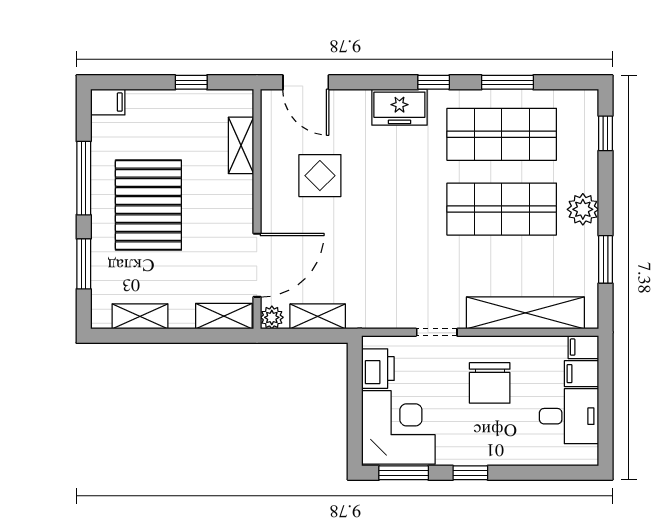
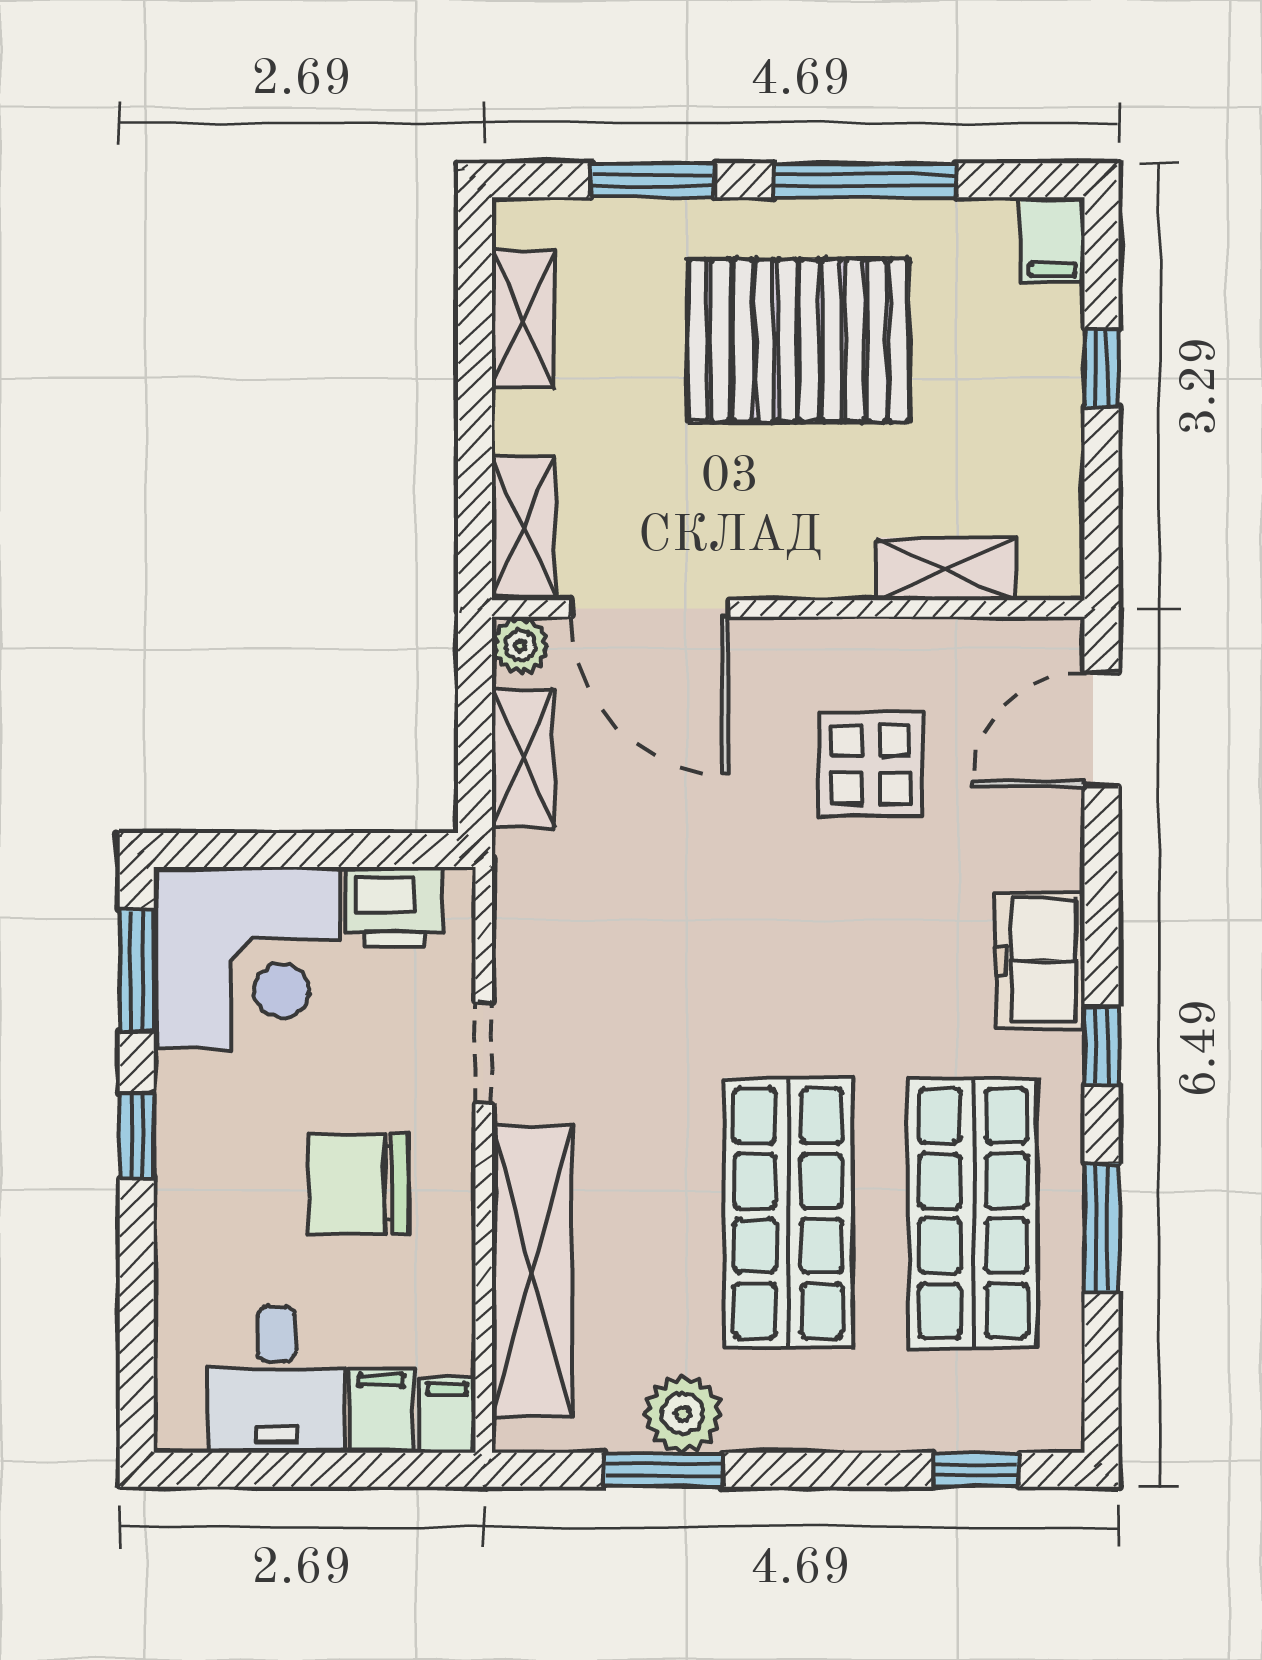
window: (191, 82) -> (1102, 368), moved
plant: (583, 209) -> (683, 1414), moved

